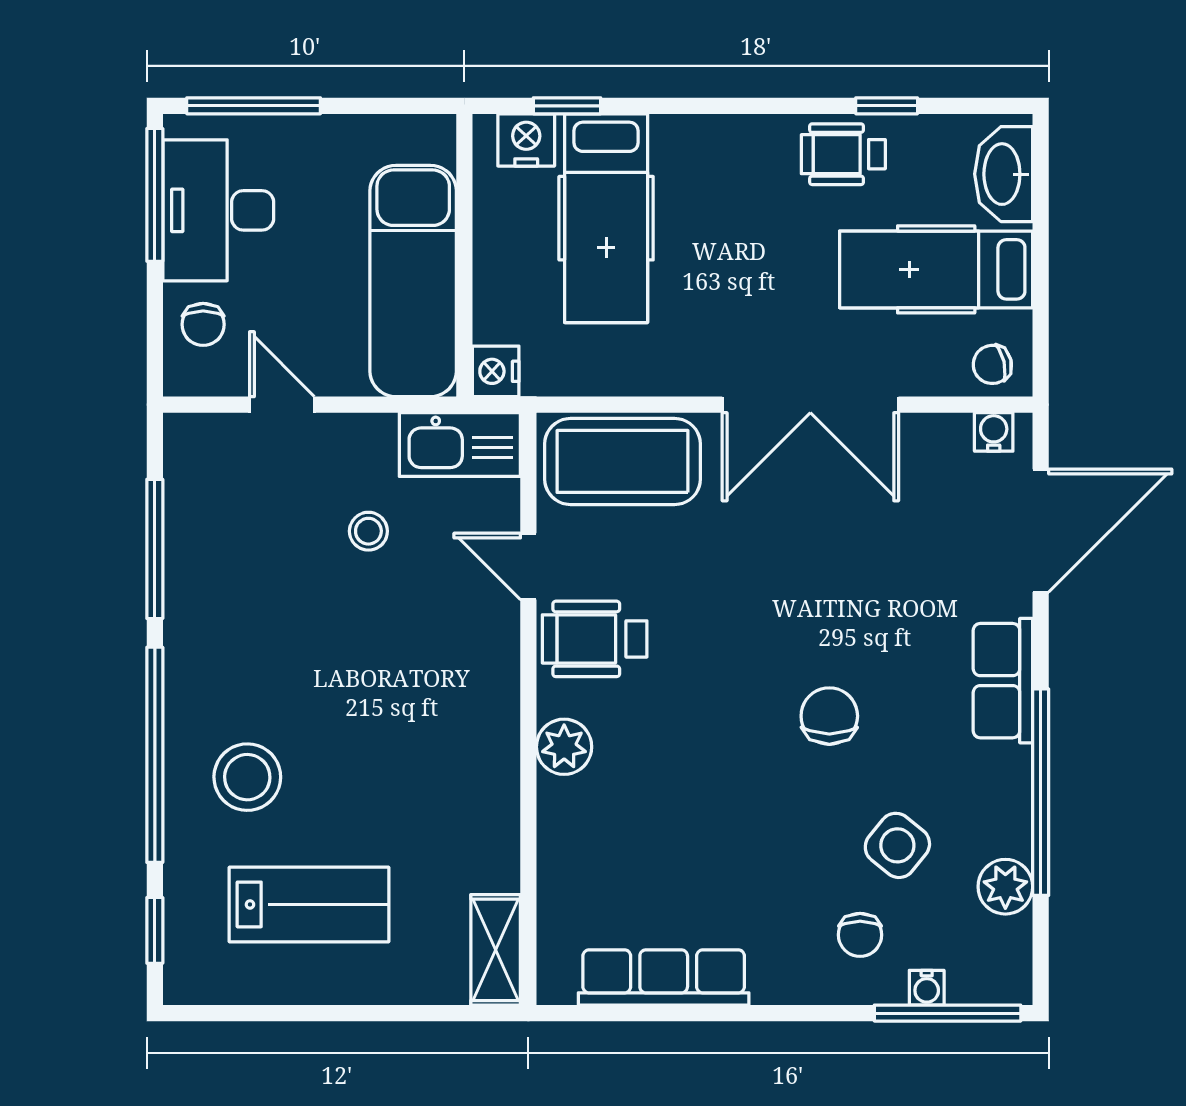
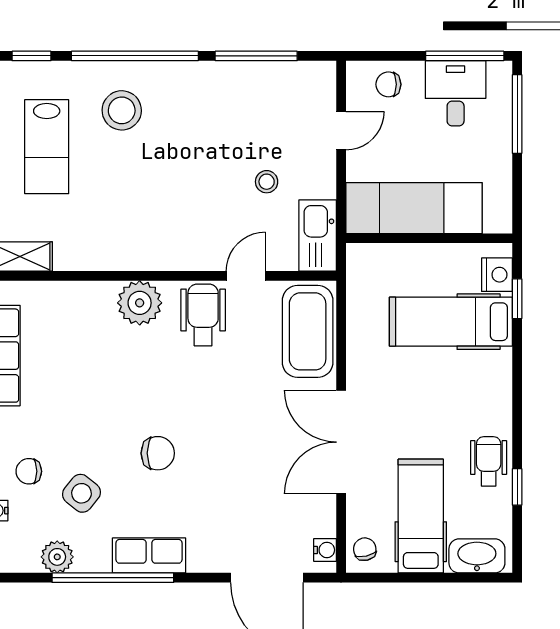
desk: (218, 210) -> (456, 93), width x0.73
nightstand: (496, 371) -> (361, 257), removed
row of seats: (1003, 681) -> (149, 555), moved
plant: (564, 747) -> (140, 303), width x1.36, depth x1.36

